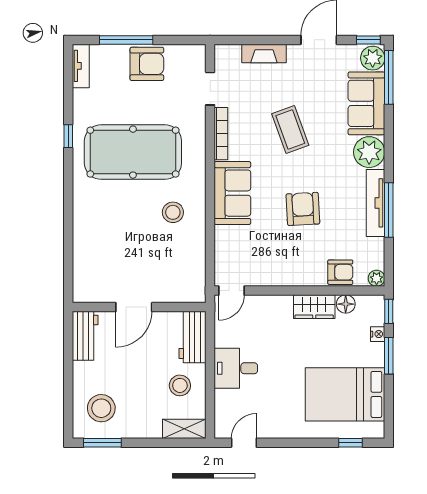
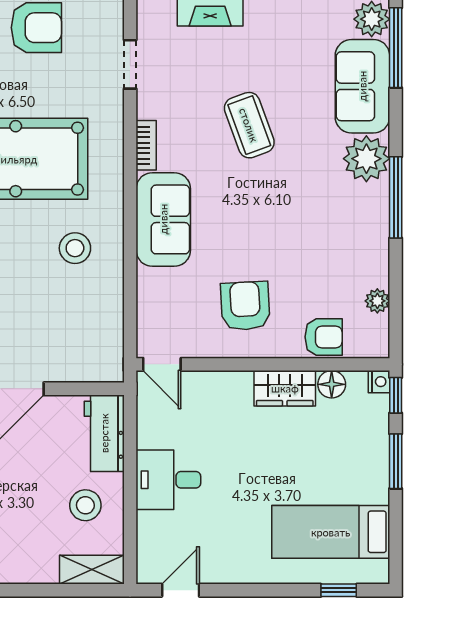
bookcase: (221, 134) -> (146, 145), width x0.64
tv unit: (376, 203) -> (376, 234), removed
armchair: (303, 209) -> (245, 306), moved
window: (389, 210) -> (396, 197), moved
plant: (377, 278) -> (377, 301), moved
door: (231, 291) -> (162, 364), hinge flipped
nightstand: (378, 334) -> (379, 382), moved
bed: (345, 394) -> (331, 532), width x0.67

